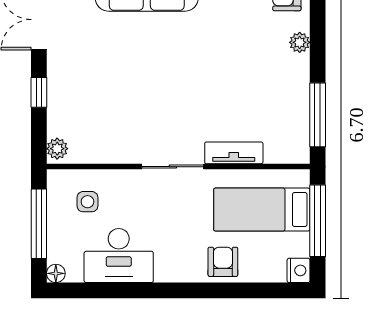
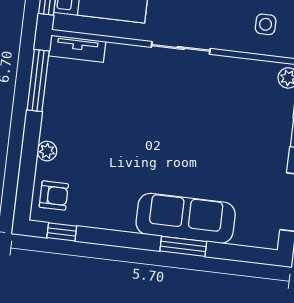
tv unit: (234, 153) -> (77, 49), moved

